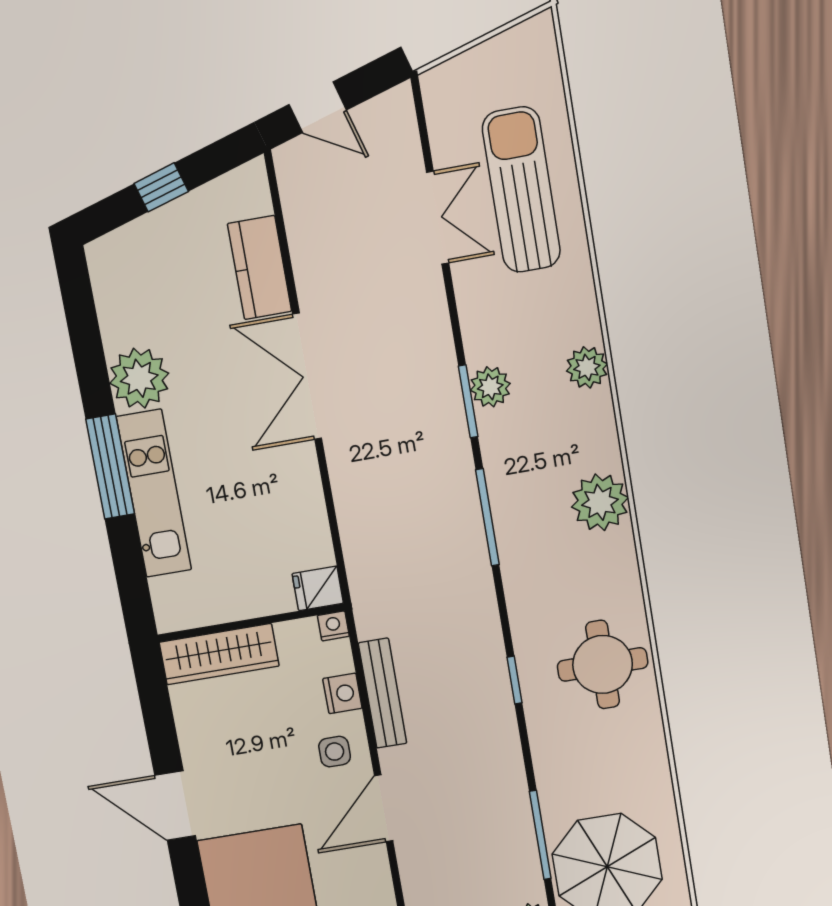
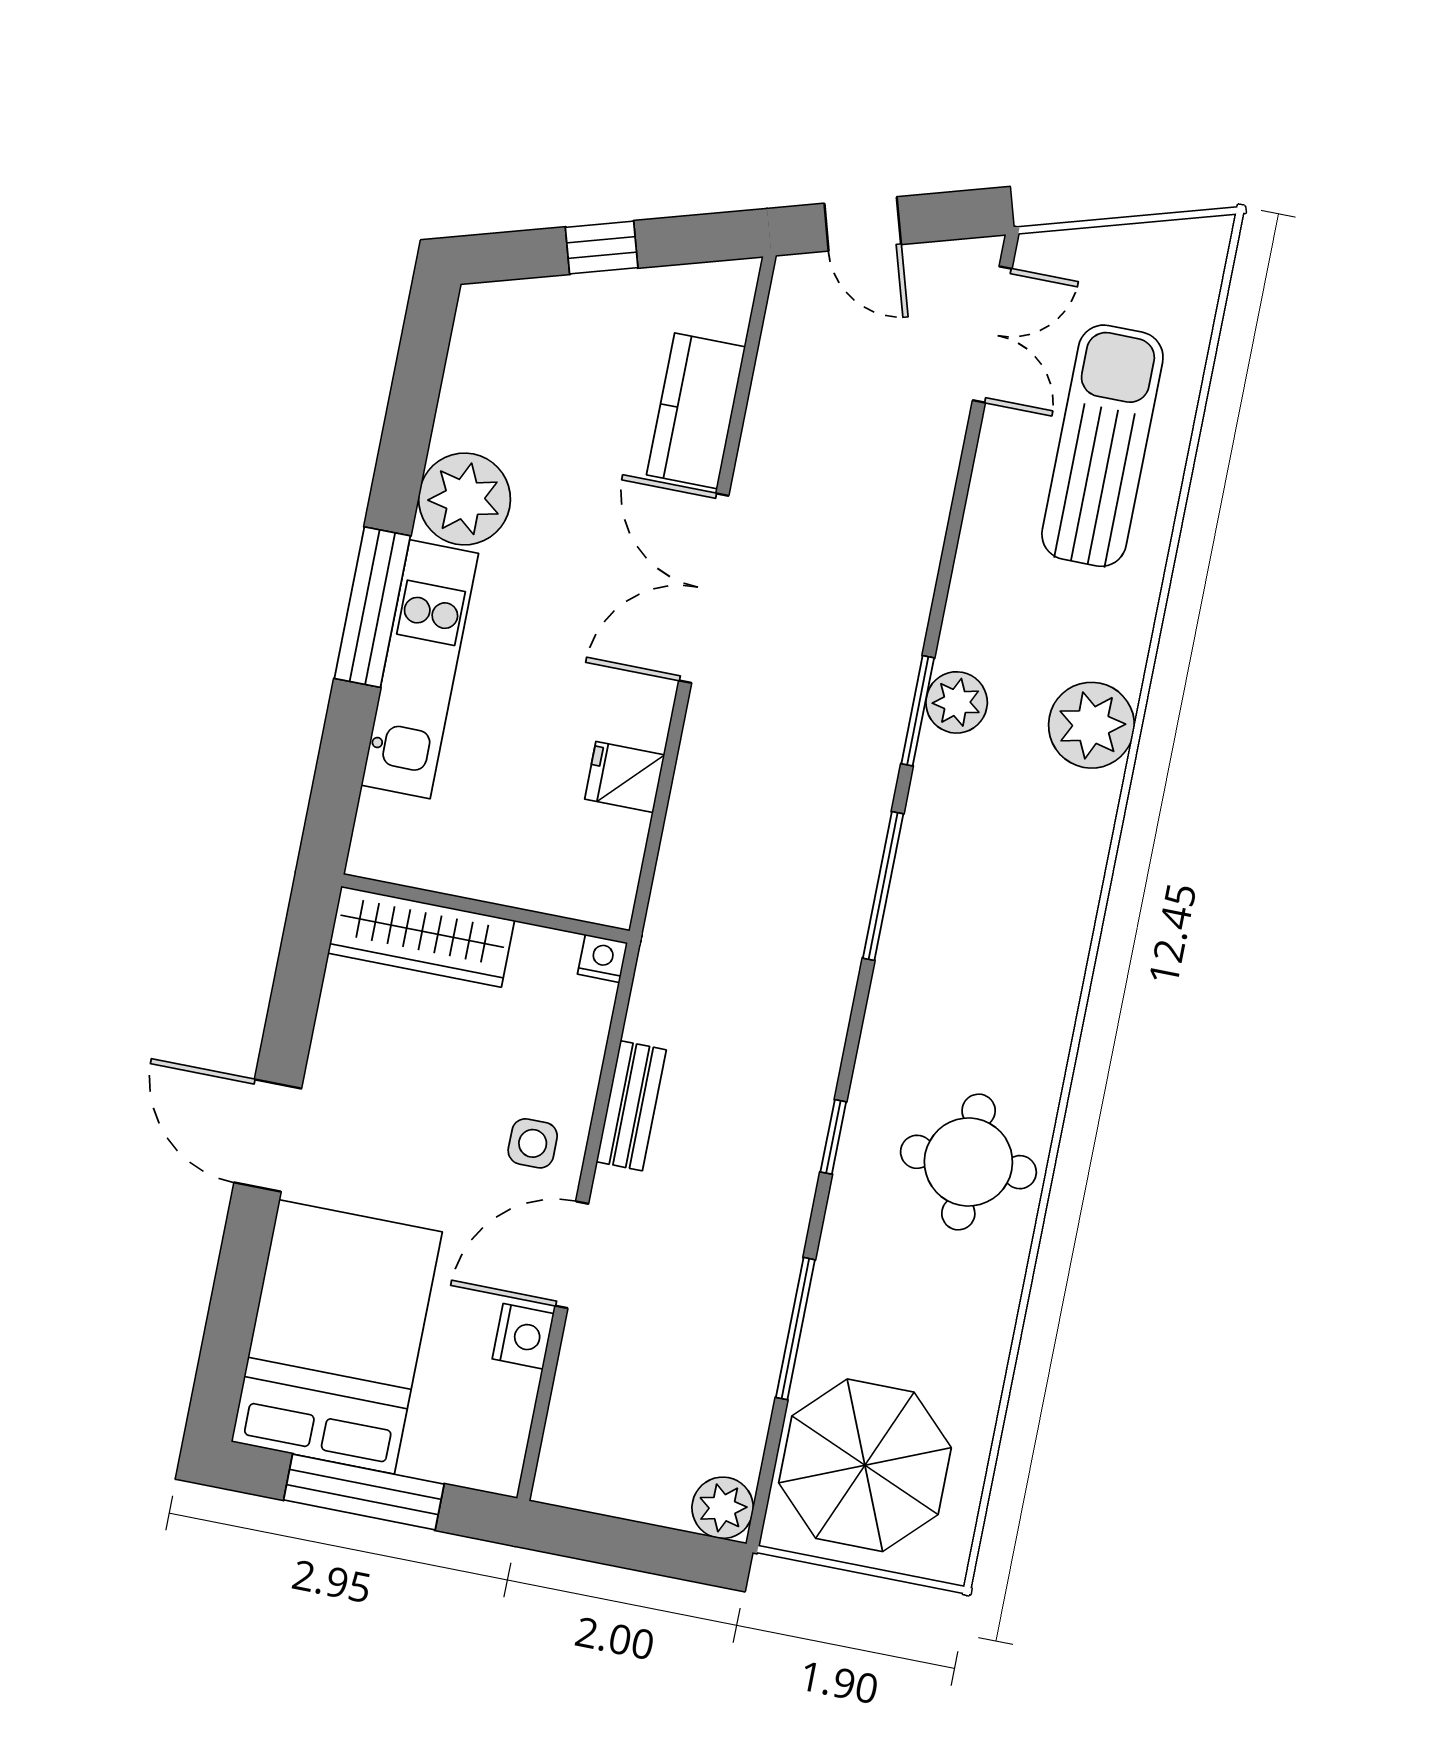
double door: (438, 218) -> (992, 334), moved
plant: (587, 367) -> (1091, 725), width x1.36, depth x1.36
plant: (600, 502) -> (1051, 926), removed
fridge: (318, 588) -> (625, 777), moved
nightstand: (342, 693) -> (523, 1336), moved
bench: (383, 693) -> (631, 1106), width x0.73
window: (540, 835) -> (795, 1329), moved

